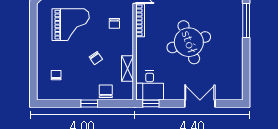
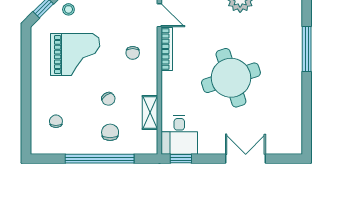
chair: (106, 91) -> (110, 132), moved
window: (89, 104) -> (100, 159), width x3.17

